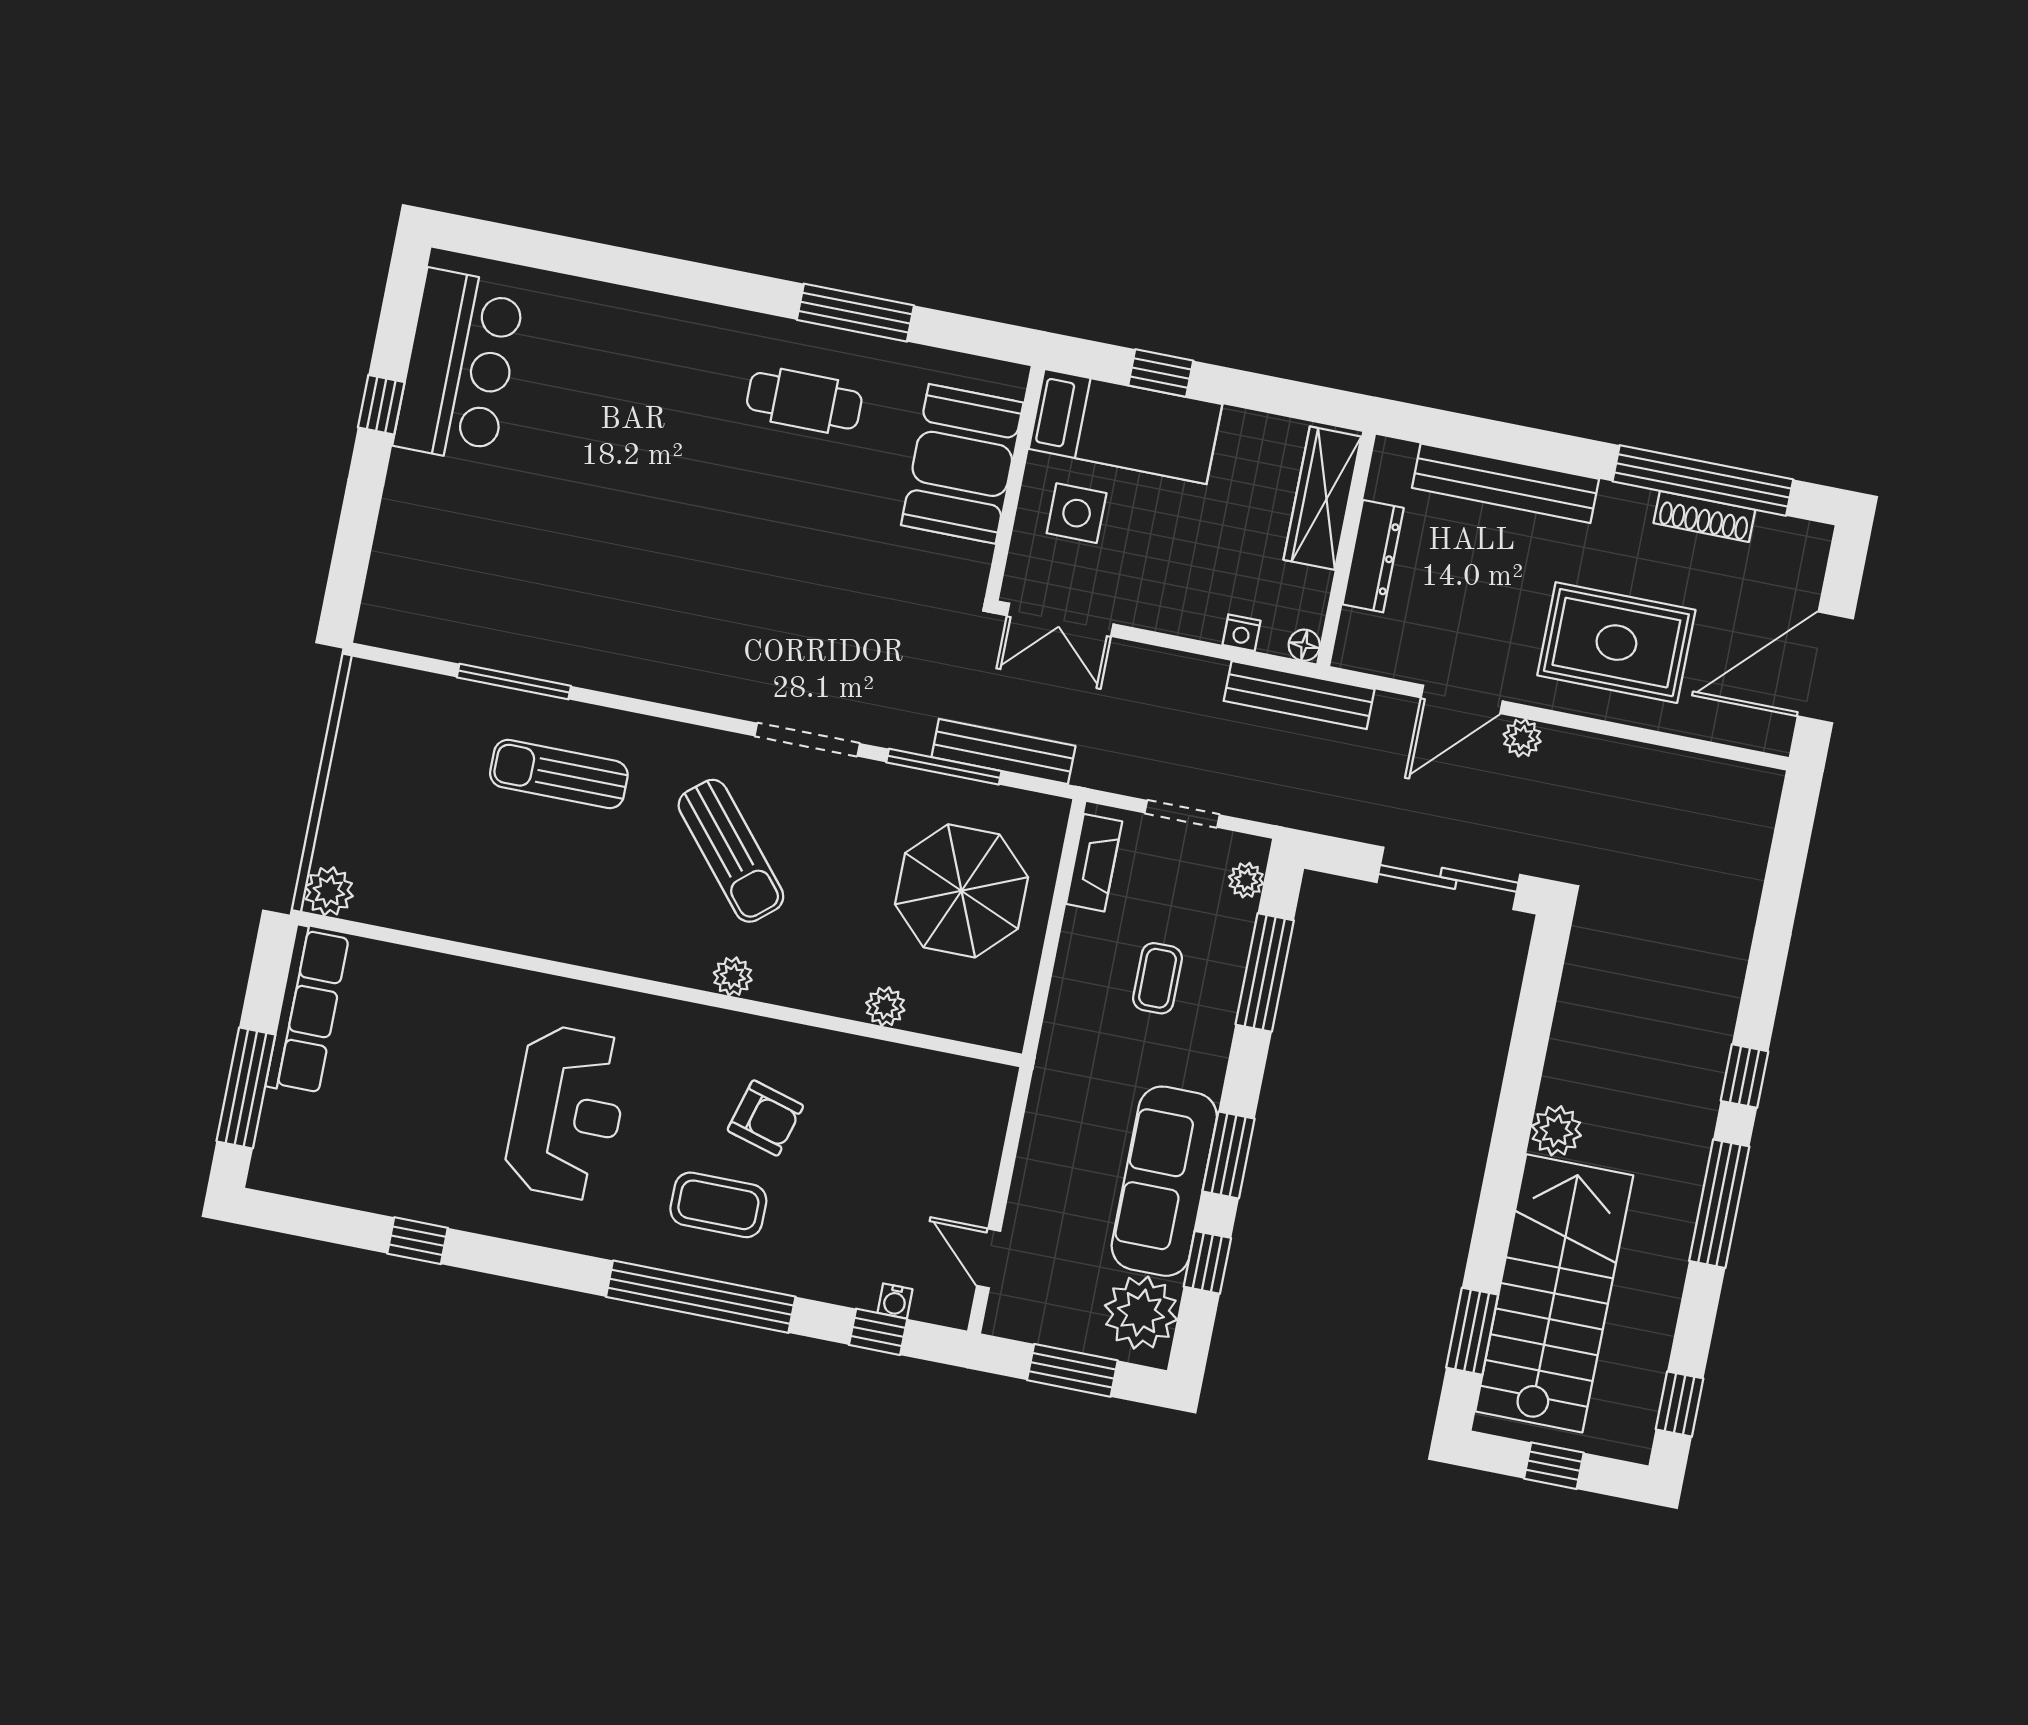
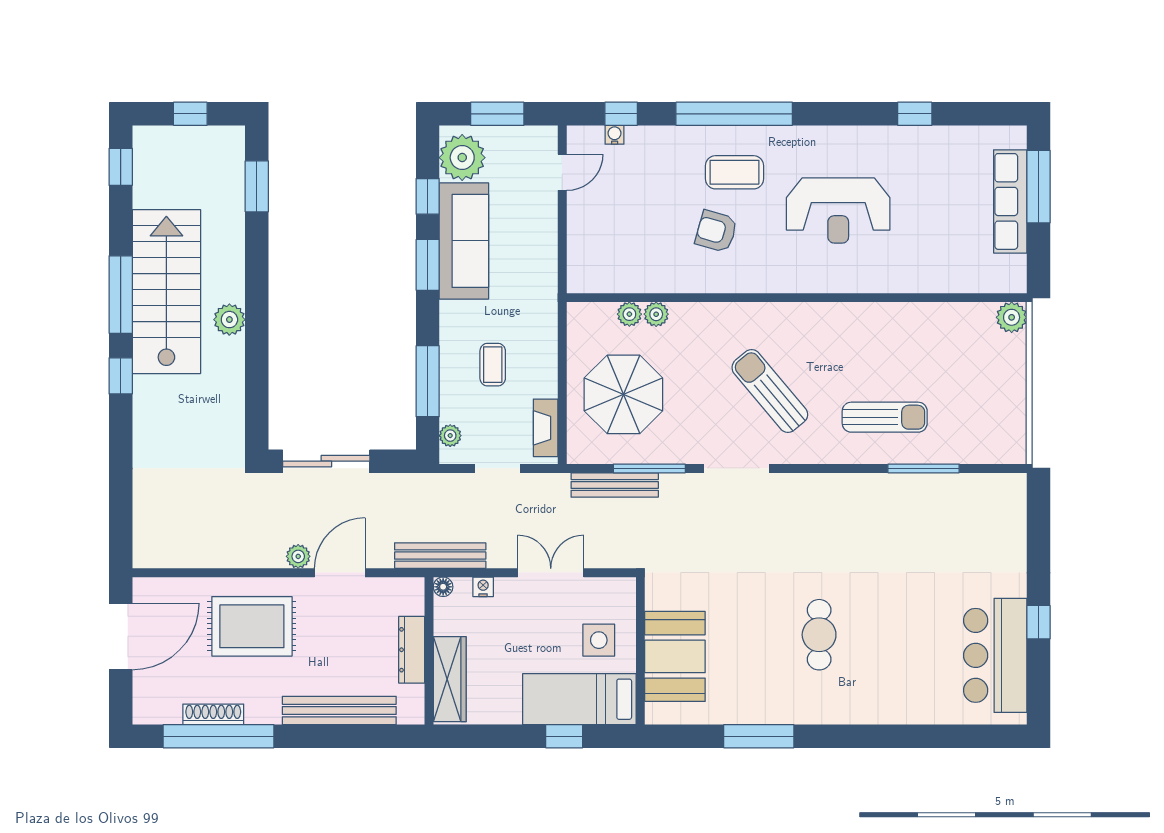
cafe table: (804, 401) -> (819, 635), moved, turned 90
double door: (1060, 620) -> (551, 573), moved
plant: (733, 976) -> (629, 314), moved
row of seats: (307, 1010) -> (1010, 201), moved
reception desk: (568, 1113) -> (838, 211), turned -90
door: (989, 1258) -> (562, 172), hinge flipped
stairs: (1554, 1293) -> (166, 292), moved, turned 180

